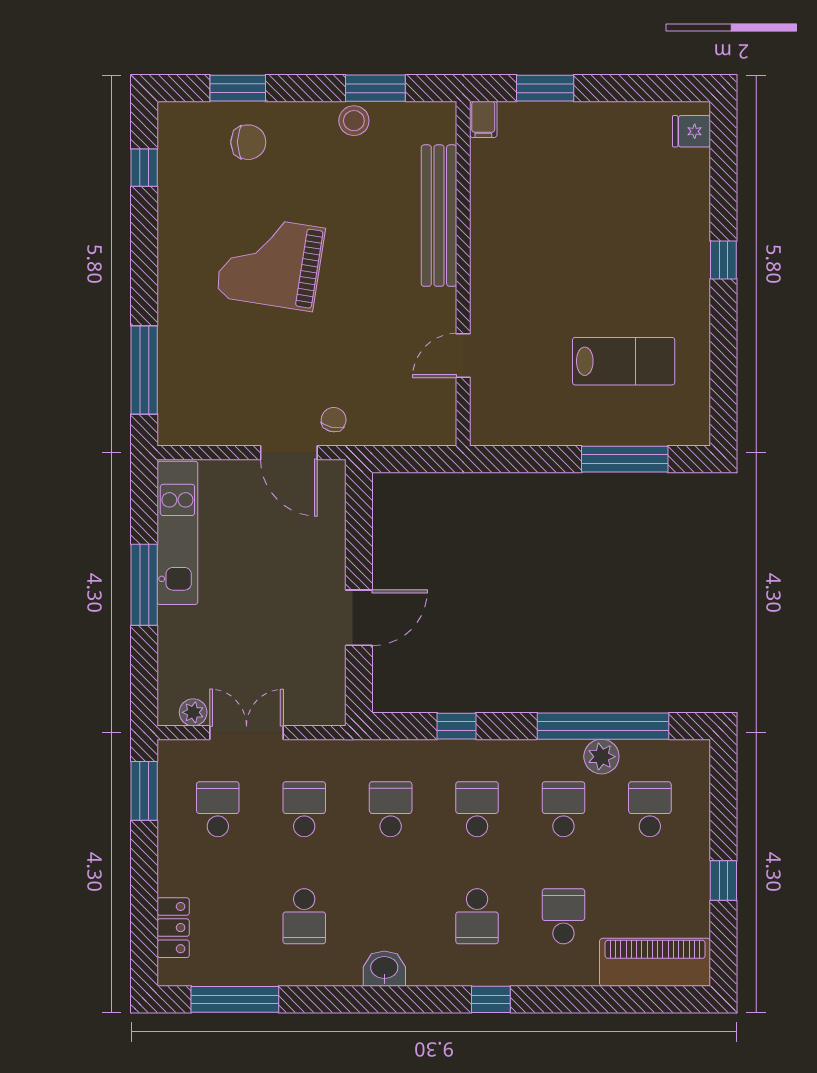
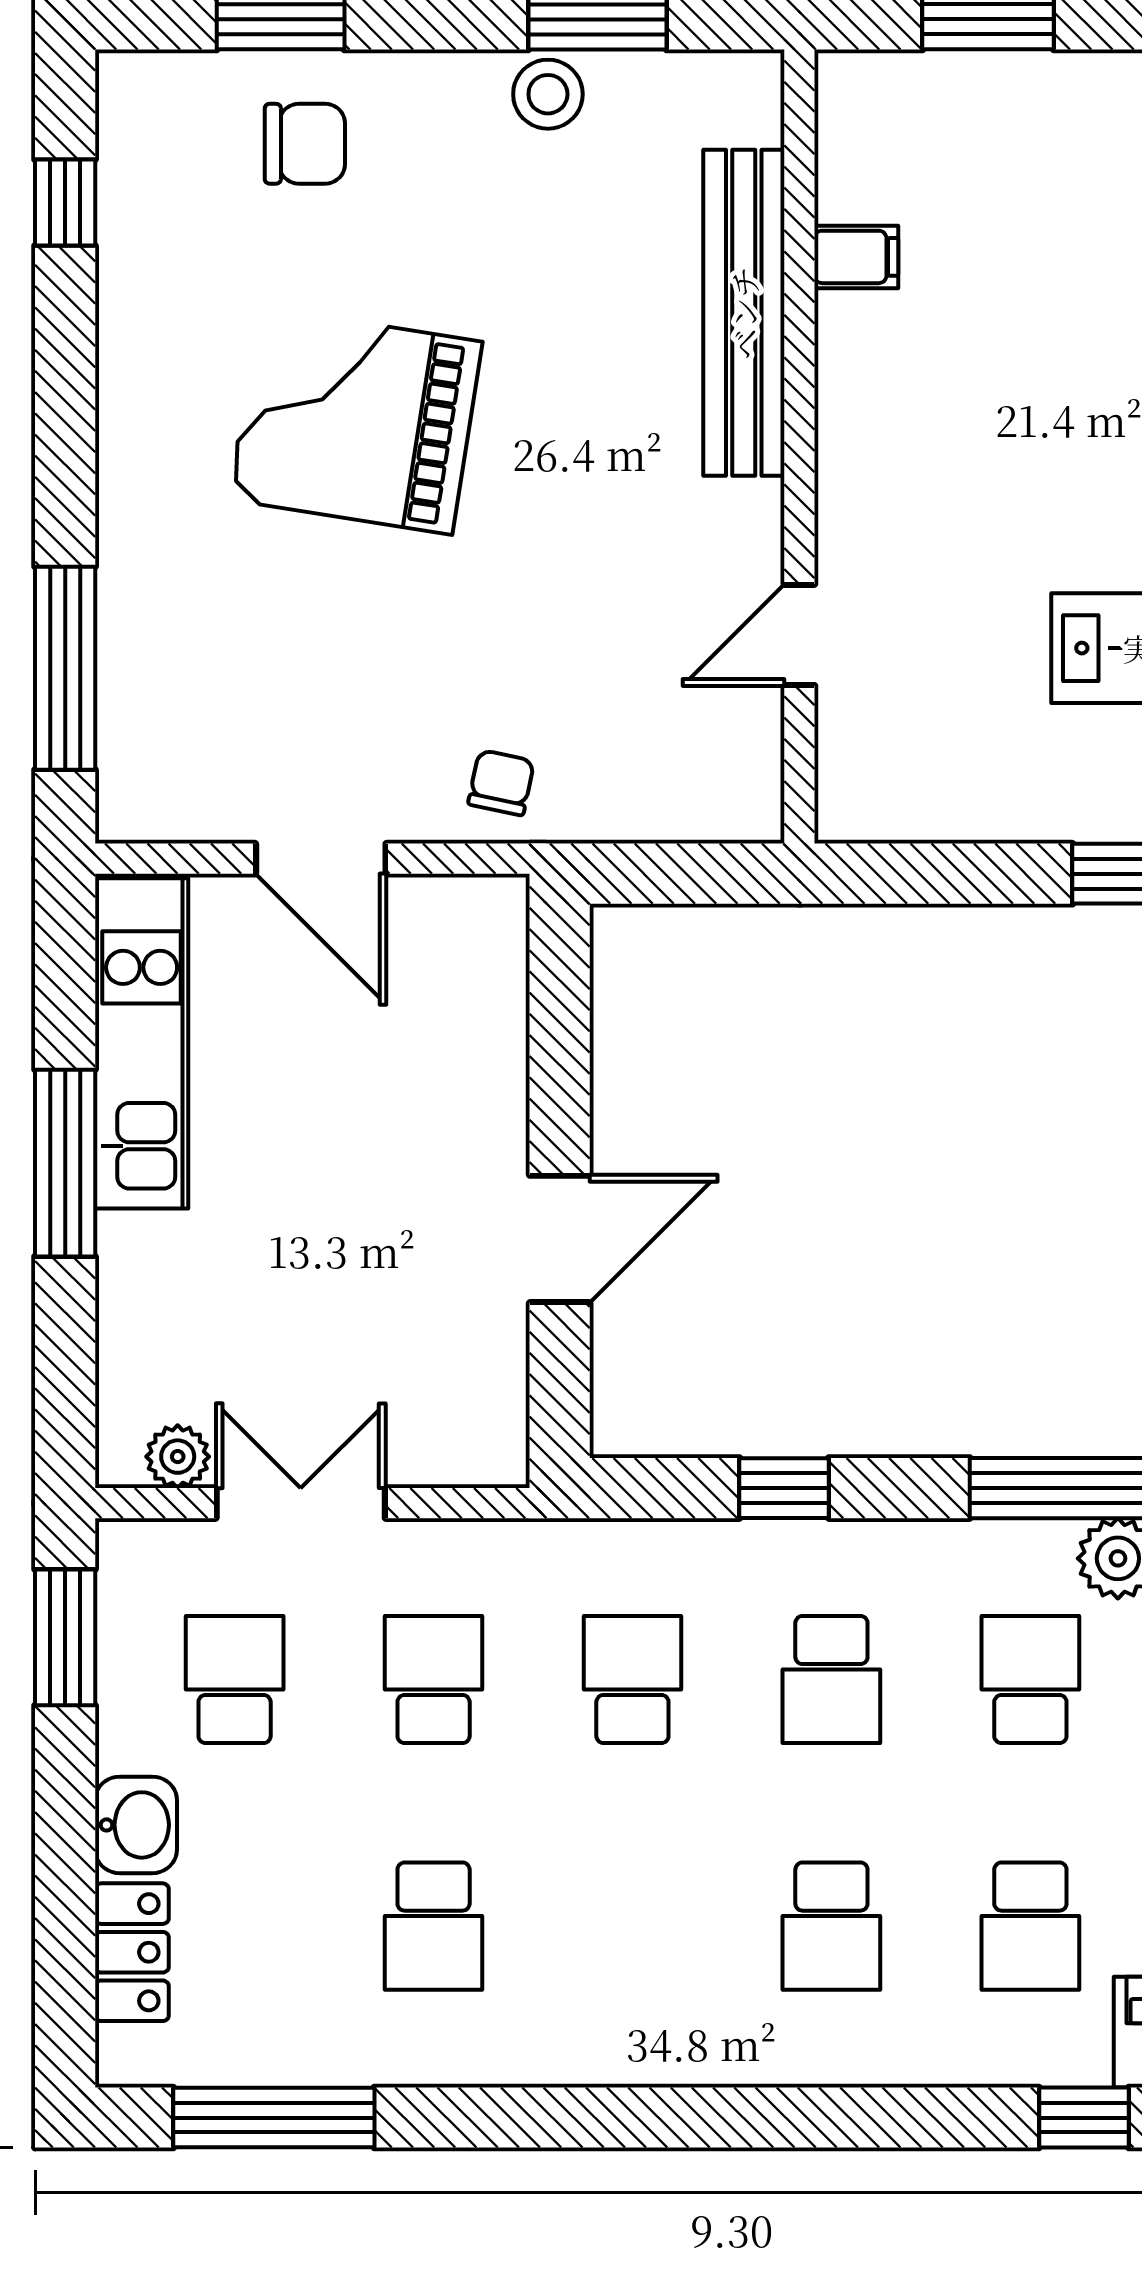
filing cabinet: (483, 119) -> (856, 257), moved, turned -90
door: (289, 453) -> (321, 859), moved
school desk: (477, 809) -> (831, 1680), turned 180
school desk: (563, 916) -> (1030, 1926), turned 180
washbasin: (384, 969) -> (136, 1825), moved, turned 90
window: (491, 999) -> (1084, 2118), moved

